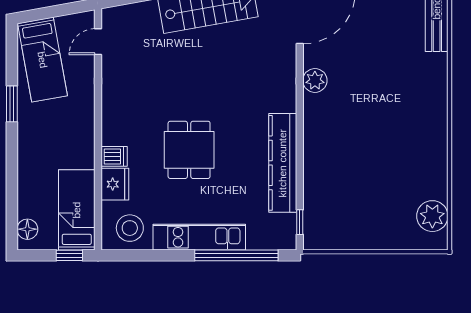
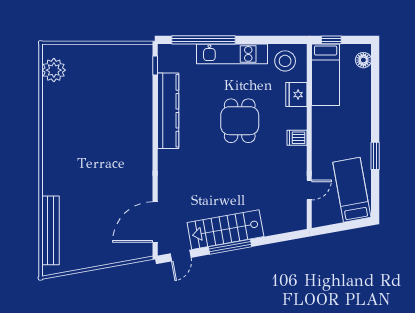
door: (98, 42) -> (309, 190), moved
plant: (315, 80) -> (144, 174), removed
dishwasher: (114, 156) -> (297, 138), moved

